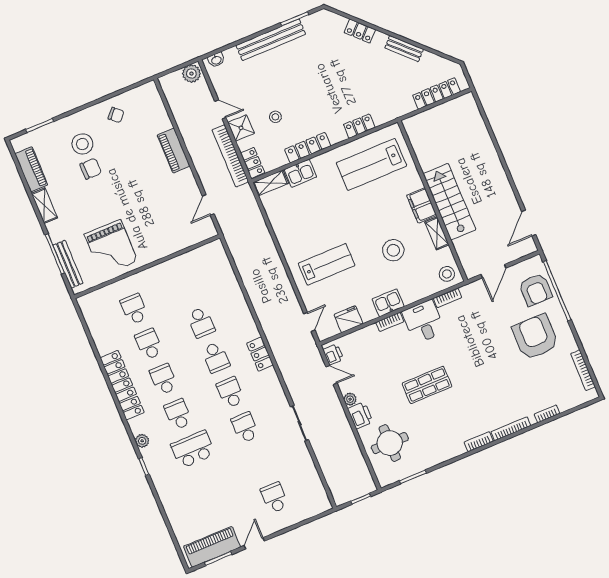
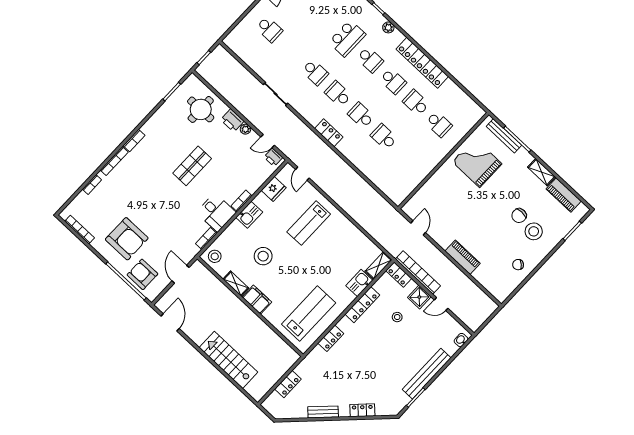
plant: (191, 74) -> (475, 321), removed
locker: (437, 93) -> (288, 384), width x0.66
stairs: (449, 202) -> (228, 360), moved, turned 180
school desk: (149, 344) -> (416, 103), turned 180
school desk: (230, 392) -> (338, 94), turned 180

